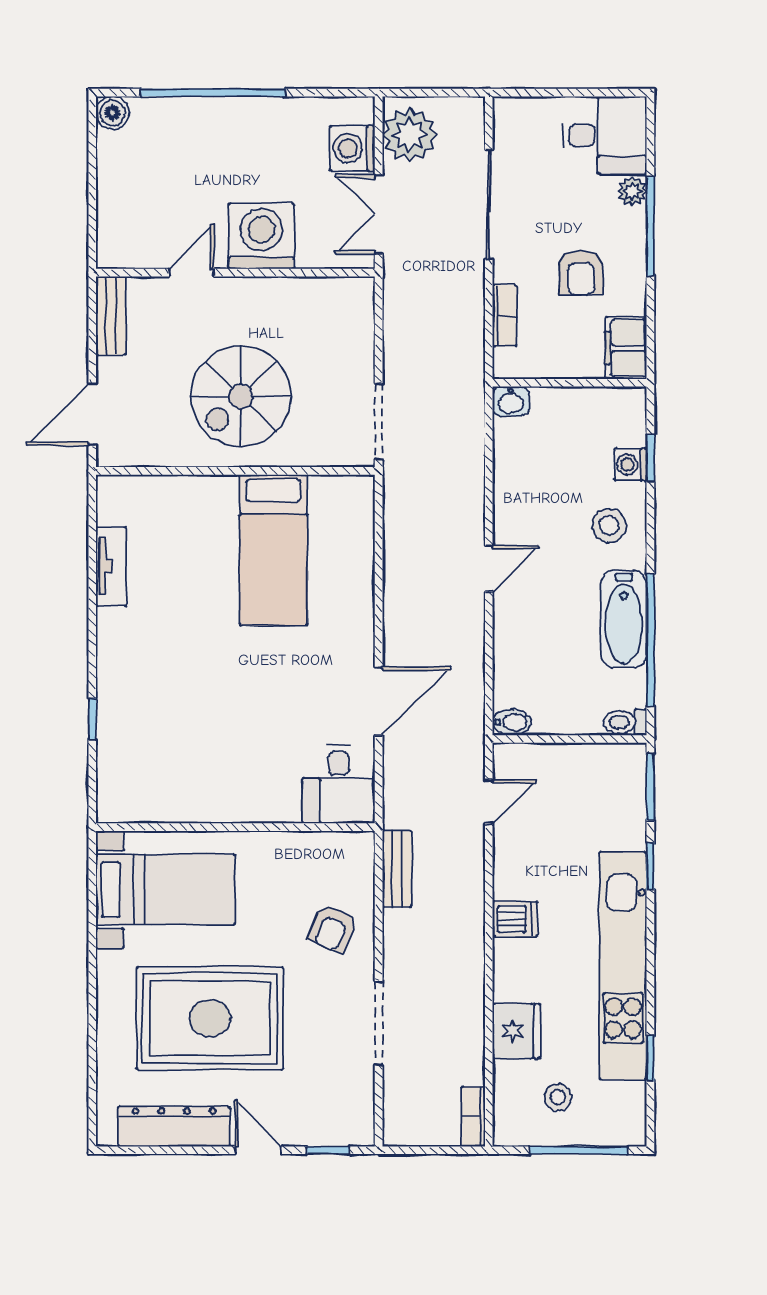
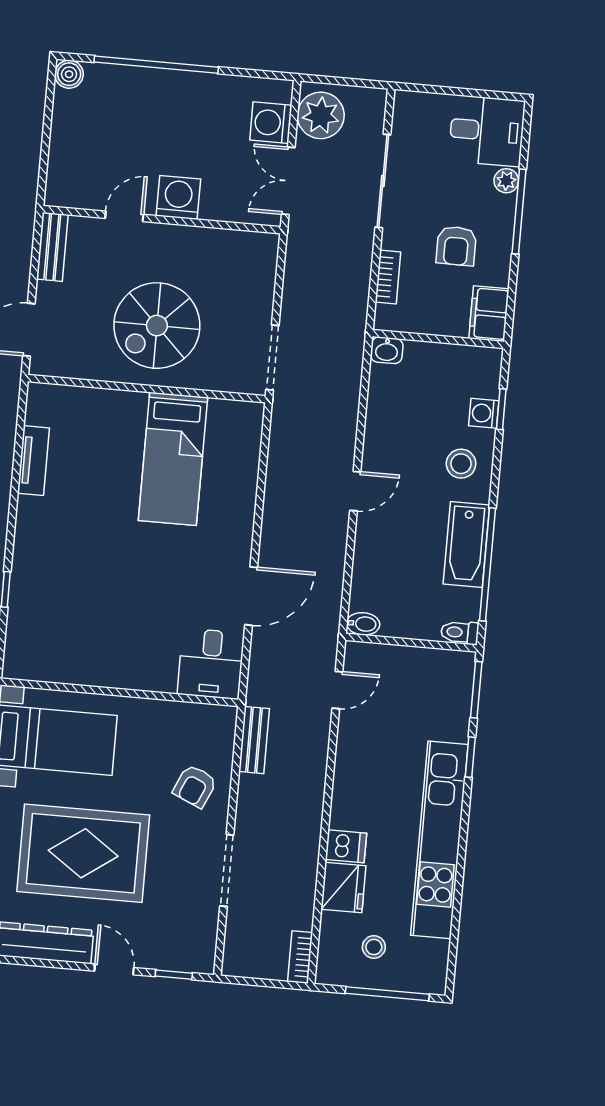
washing machine: (261, 236) -> (178, 197), width x0.73, depth x0.73
dishwasher: (515, 919) -> (346, 846), moved
window: (650, 1058) -> (456, 921), removed

